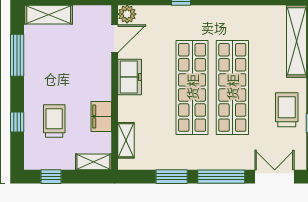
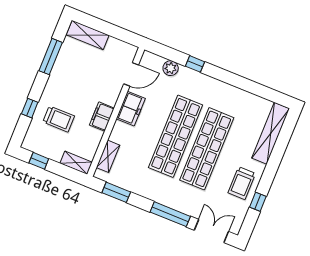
plant: (127, 14) -> (171, 68), moved
trolley: (287, 110) -> (242, 183), turned 180
filing cabinet: (101, 117) -> (102, 117), moved
trolley: (54, 121) -> (59, 119), turned 90
window: (172, 177) -> (116, 192), moved

